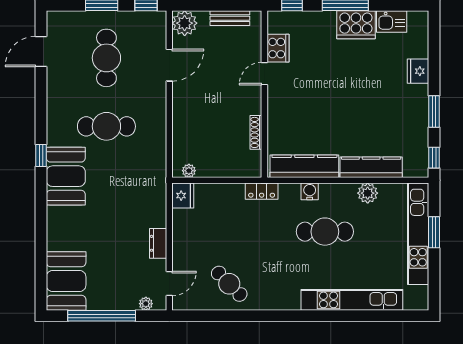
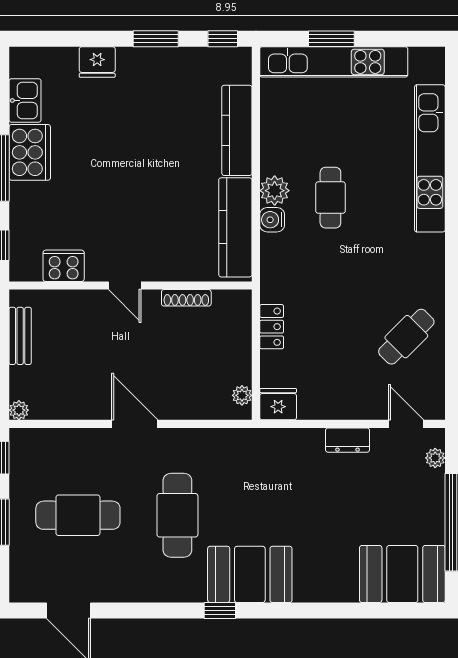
plant: (185, 23) -> (19, 410), width x0.53, depth x0.53
door: (169, 65) -> (135, 424), moved
door: (264, 74) -> (125, 286), moved
locker: (262, 191) -> (272, 327), moved
plant: (368, 193) -> (275, 191), moved
cafe table: (325, 232) -> (330, 198), width x0.73, depth x0.74

